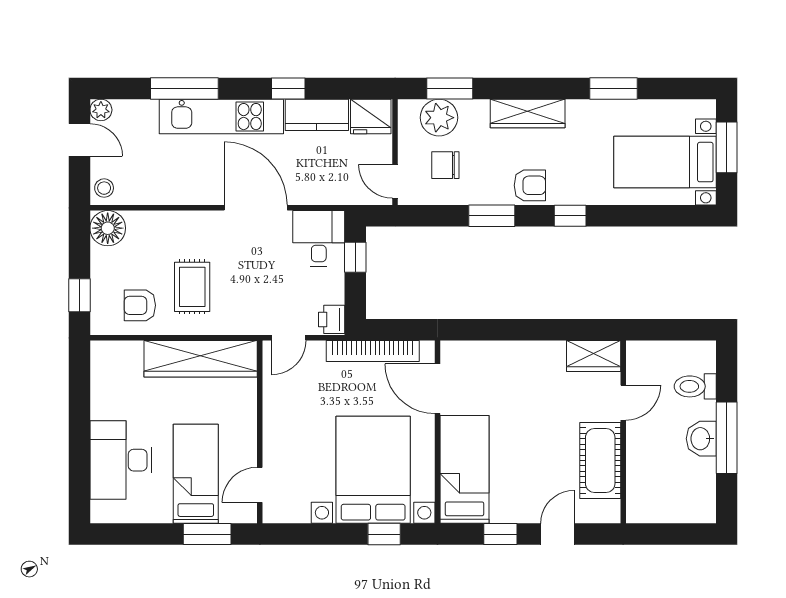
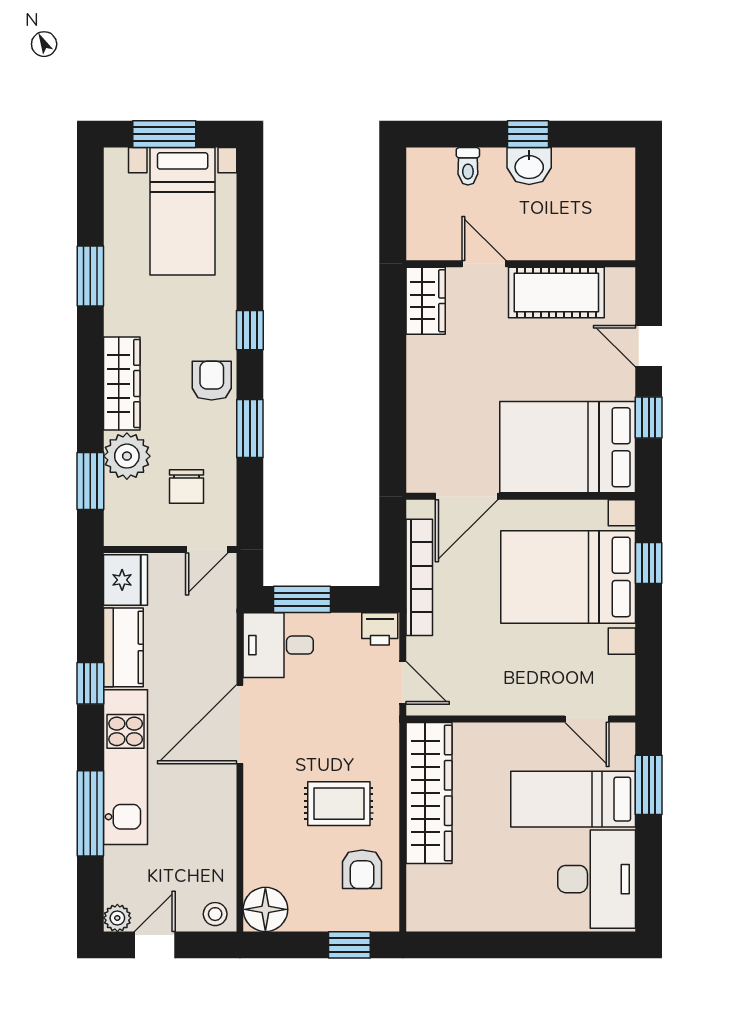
plant: (439, 118) -> (127, 456), moved
window: (355, 257) -> (302, 599), width x1.50
toilet: (695, 386) -> (468, 166), width x0.73, depth x0.72
window: (727, 438) -> (528, 134), width x0.46
desk: (121, 460) -> (597, 879), moved, turned -90
bed: (464, 469) -> (568, 447), width x1.50

